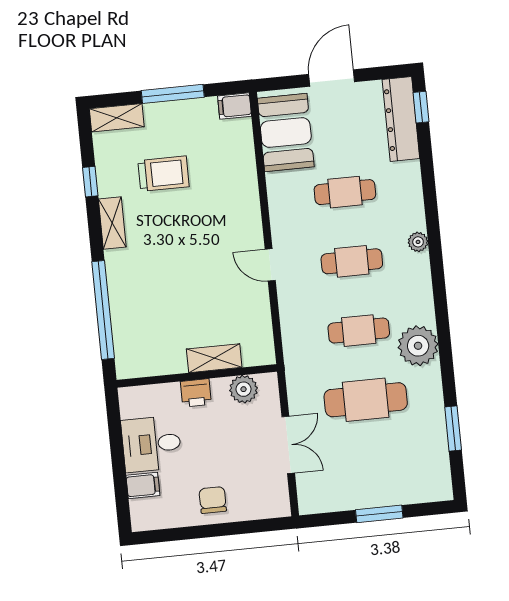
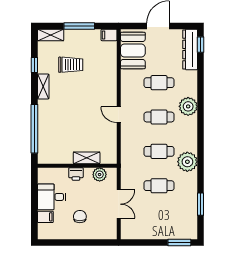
plant: (418, 242) -> (188, 106), width x1.88, depth x1.88
cafe table: (366, 400) -> (159, 186), width x0.73, depth x0.74
chair: (213, 500) -> (80, 217), moved
window: (379, 514) -> (179, 242), moved

